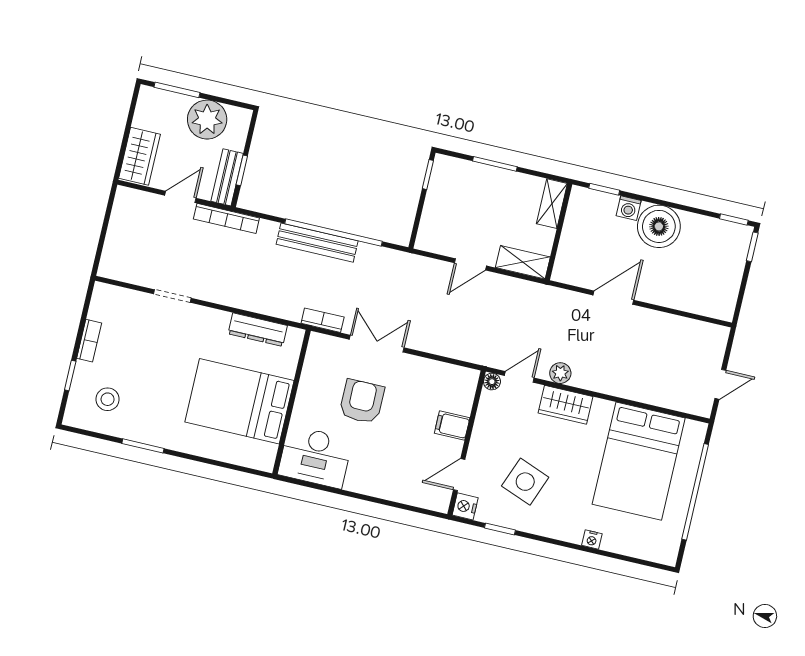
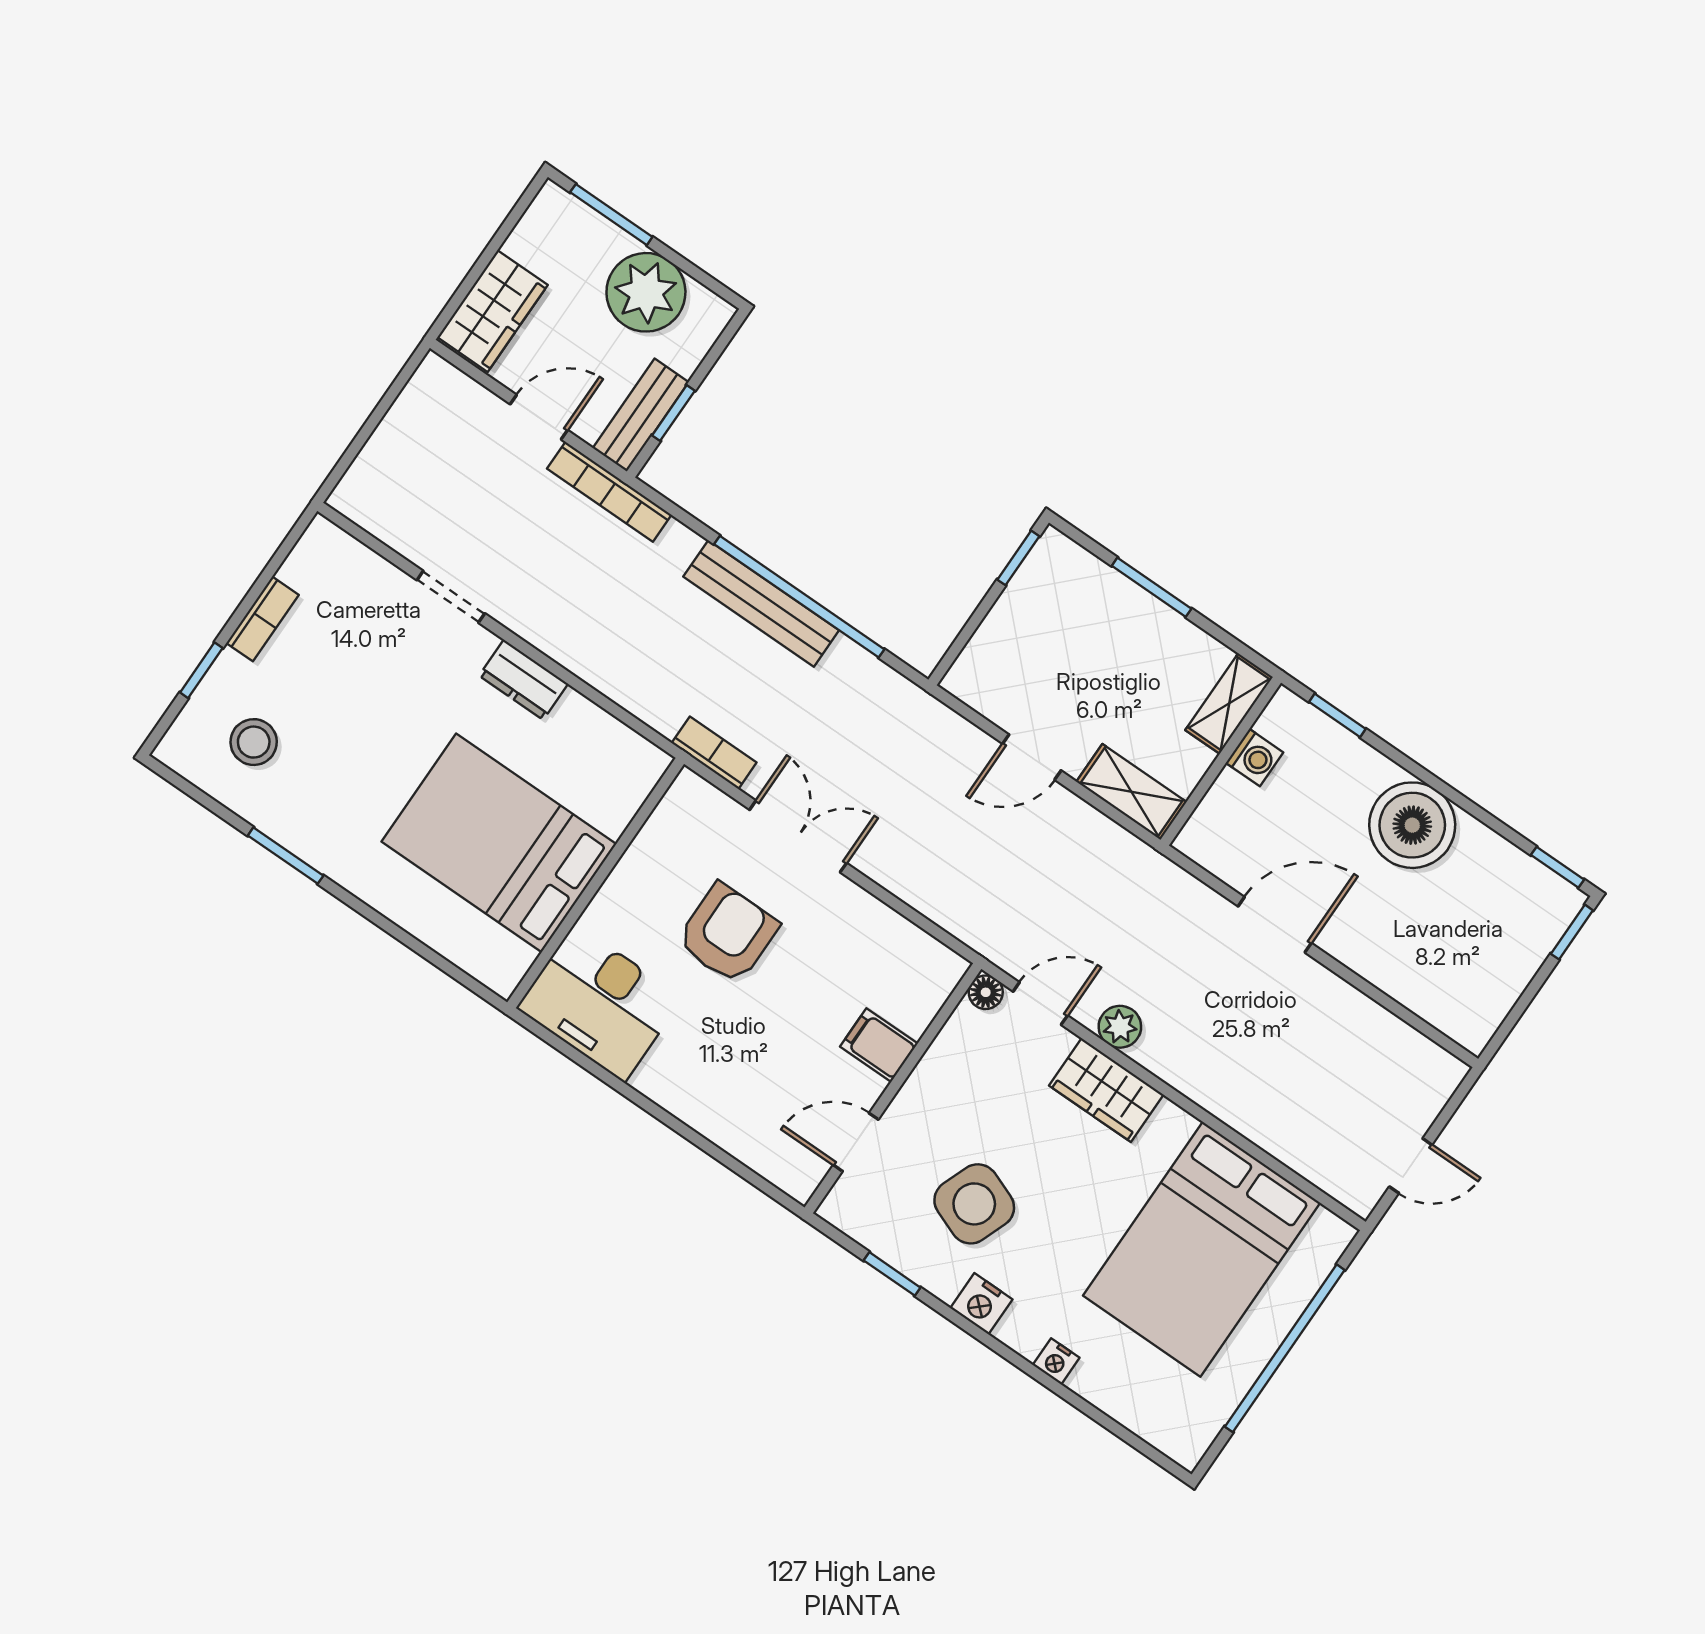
washing machine: (629, 208) -> (1255, 758), moved, turned -90
dresser: (258, 330) -> (524, 680), moved, width x0.70
nightstand: (465, 506) -> (981, 1304), moved, turned -90

